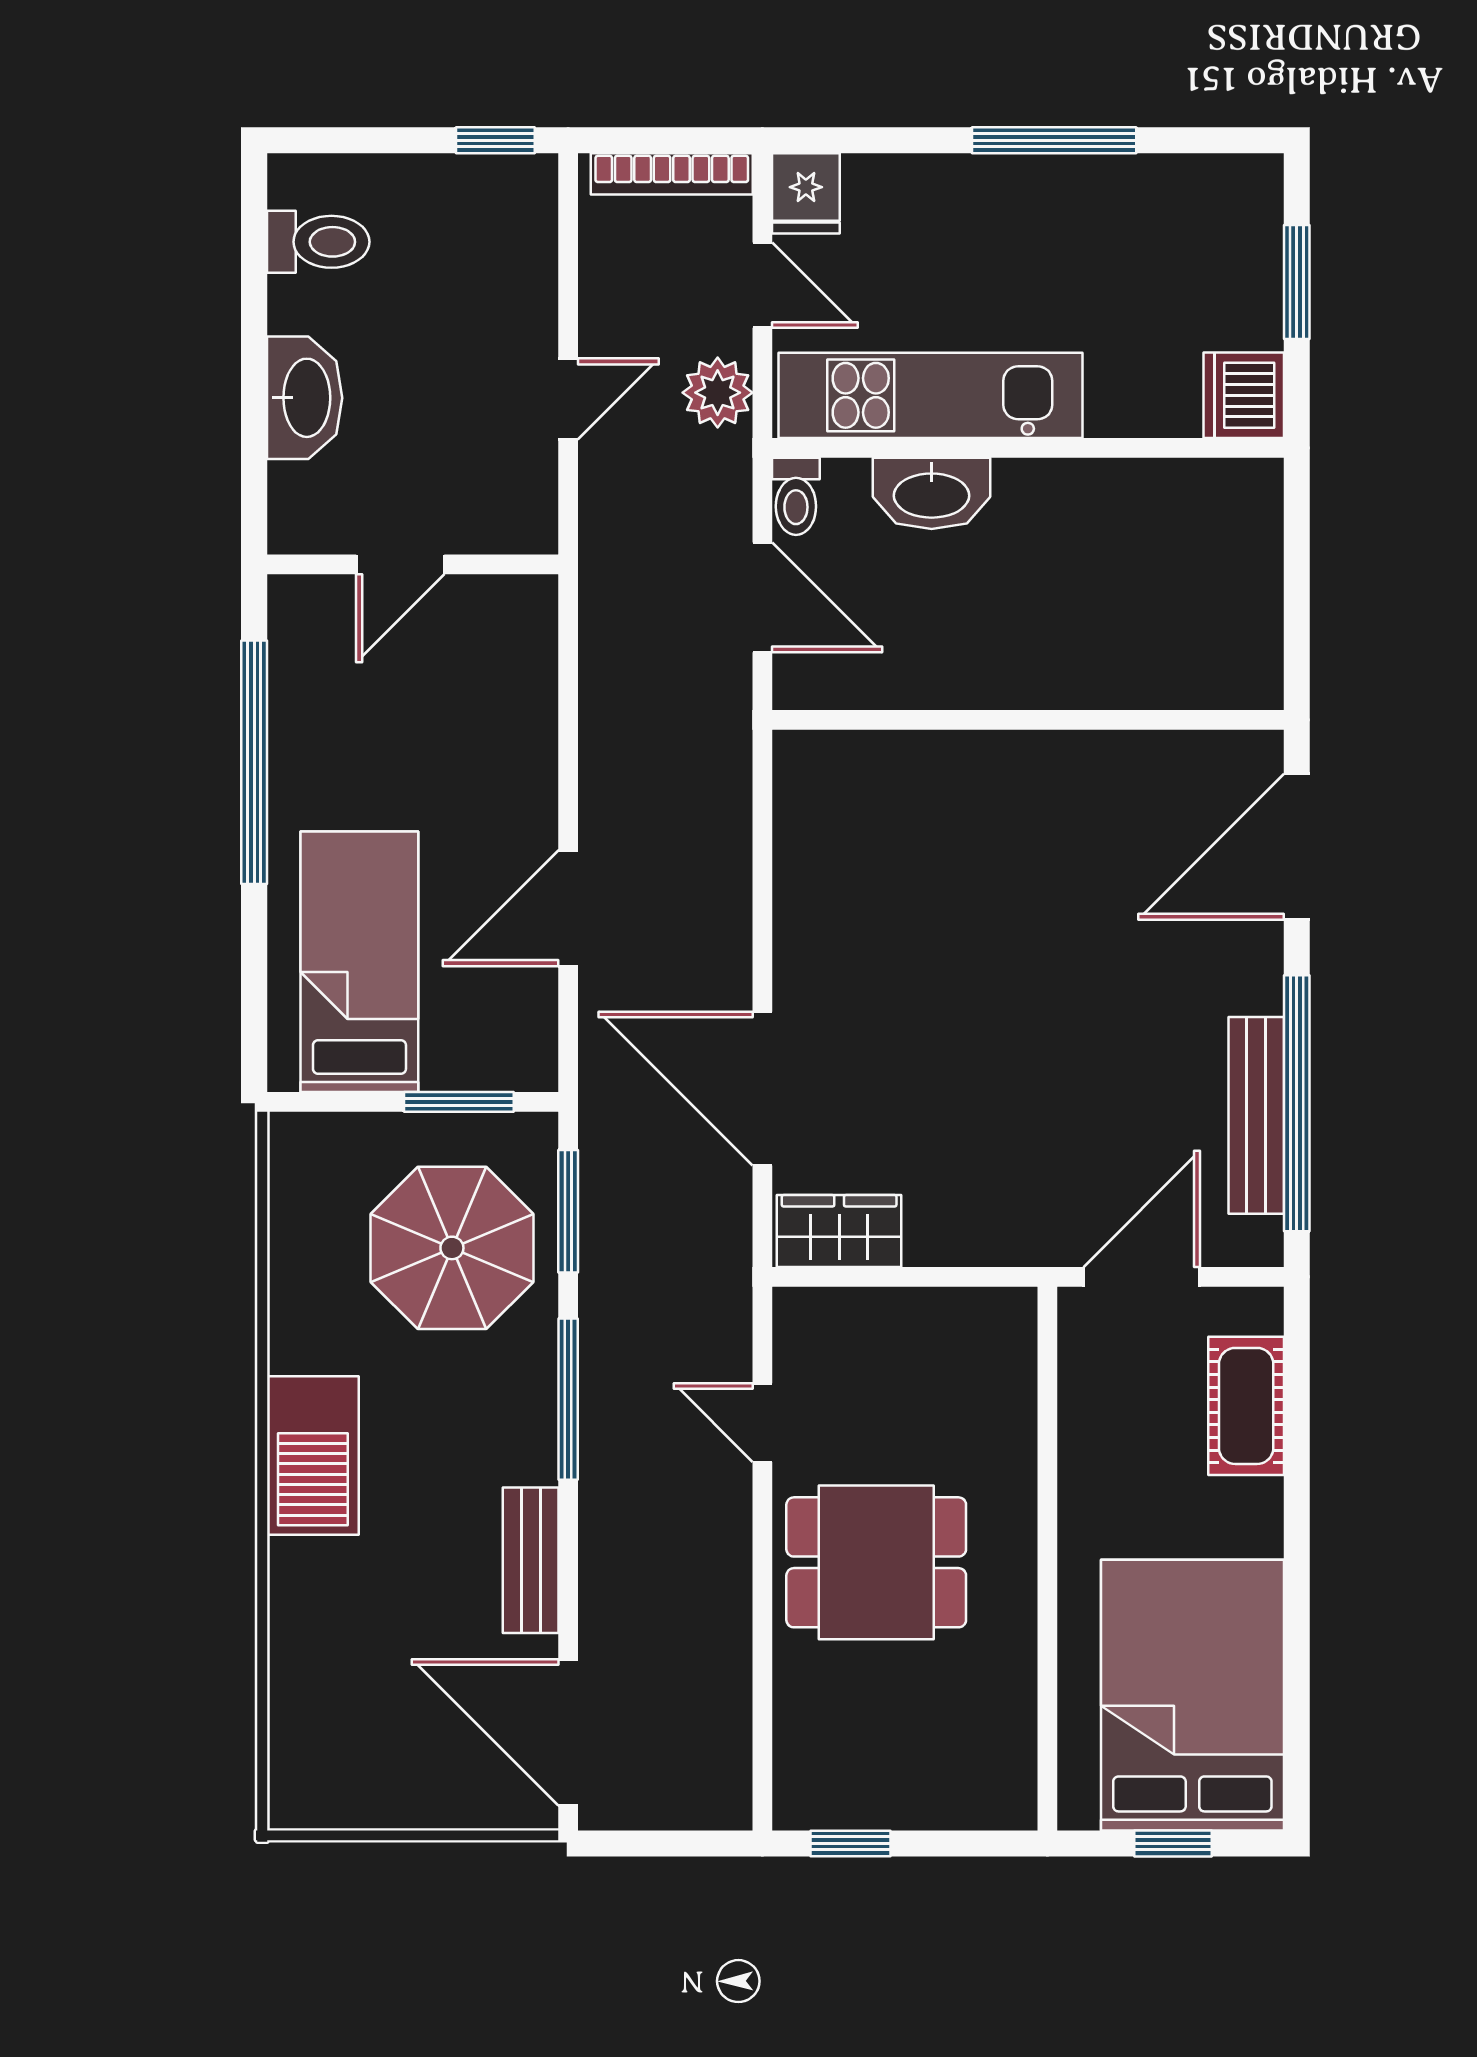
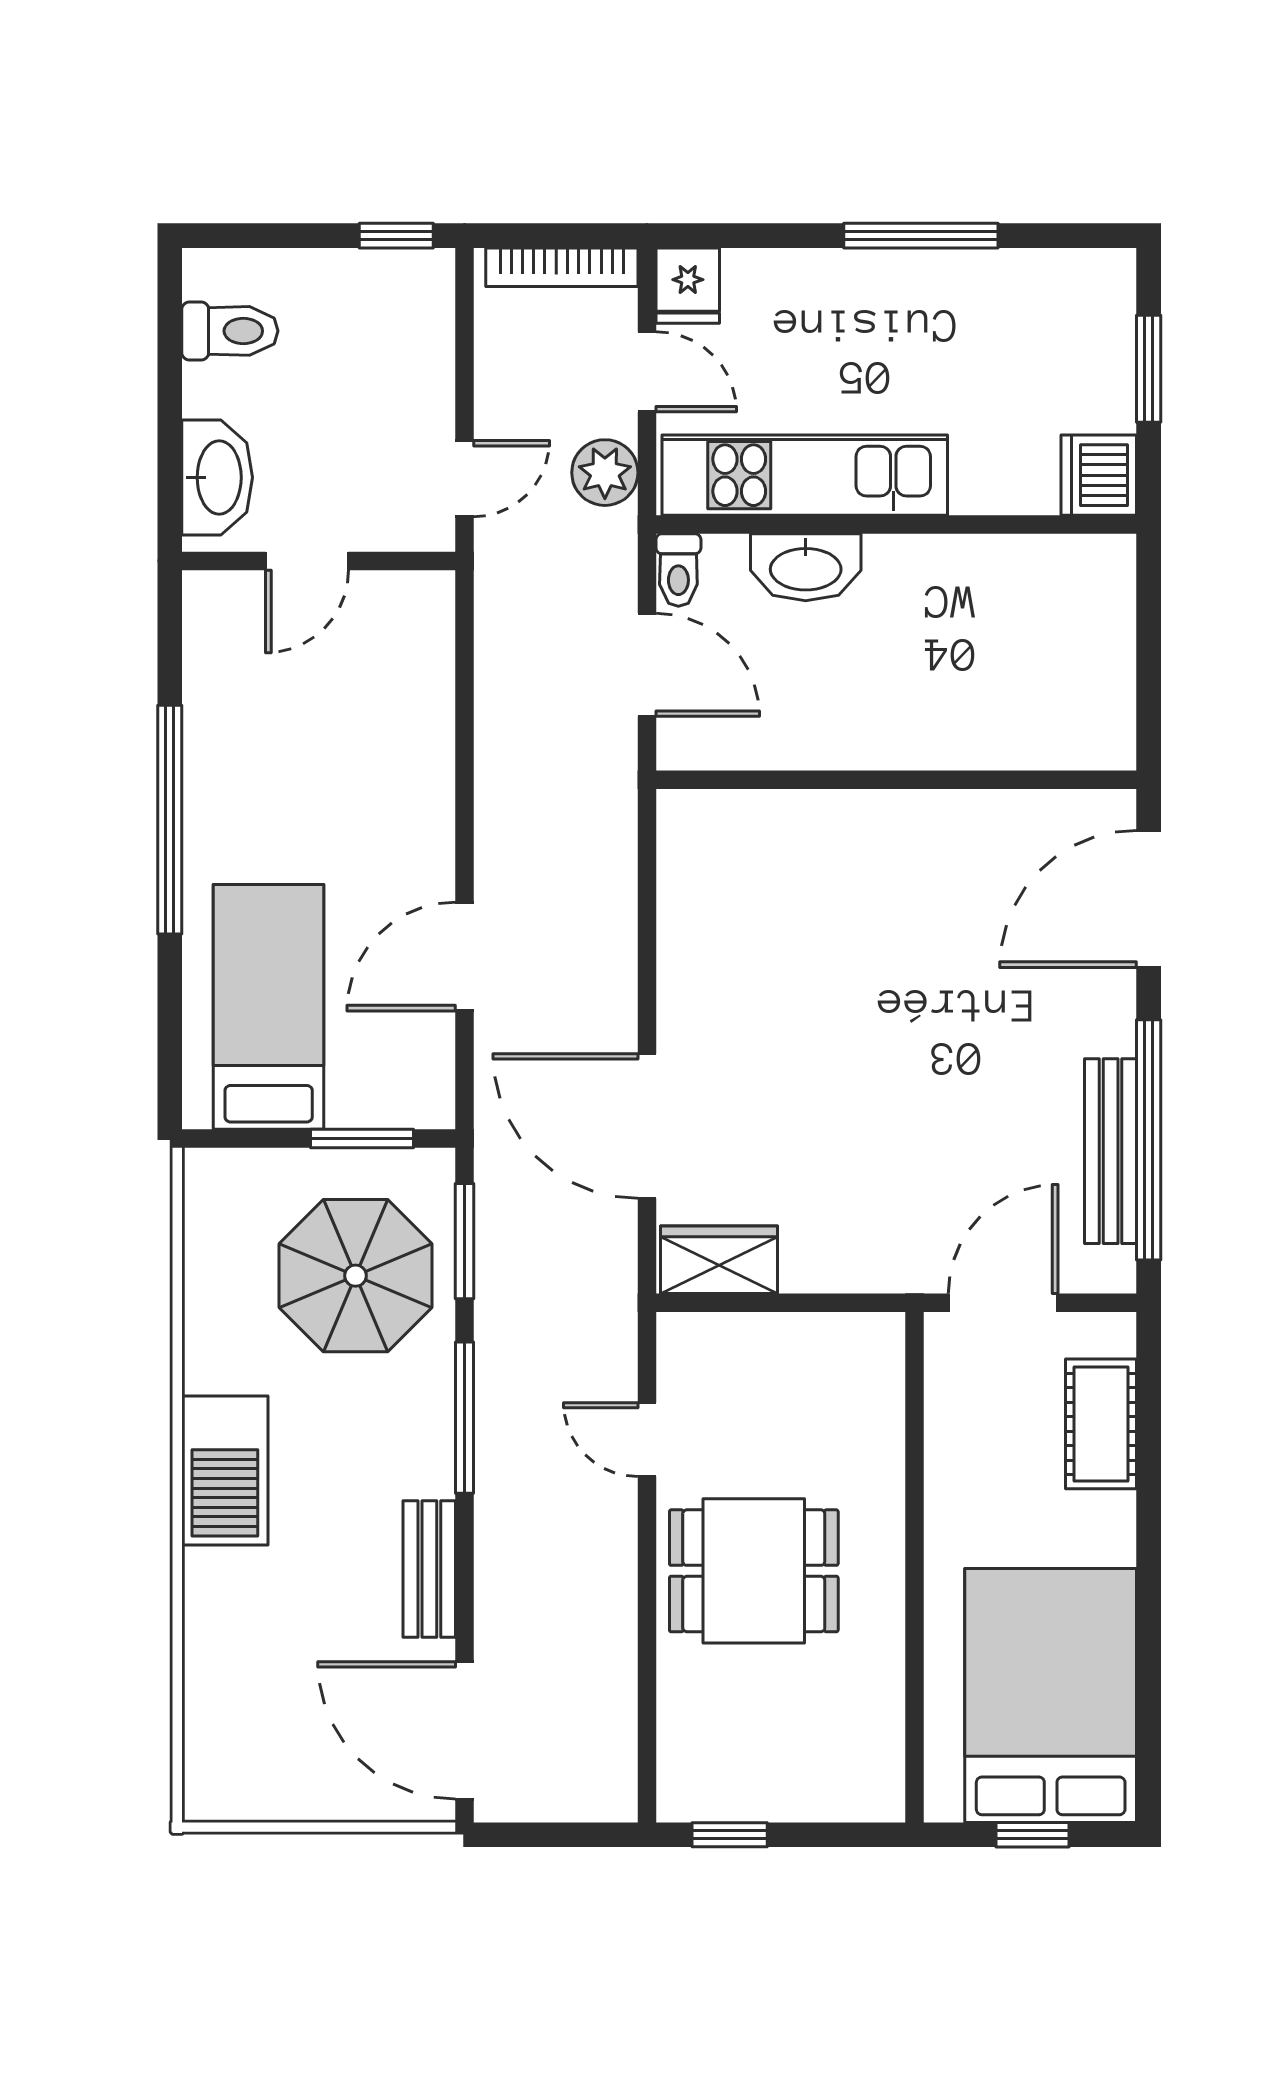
door: (400, 564) -> (307, 561), moved
wall: (413, 564) -> (319, 561), moved

